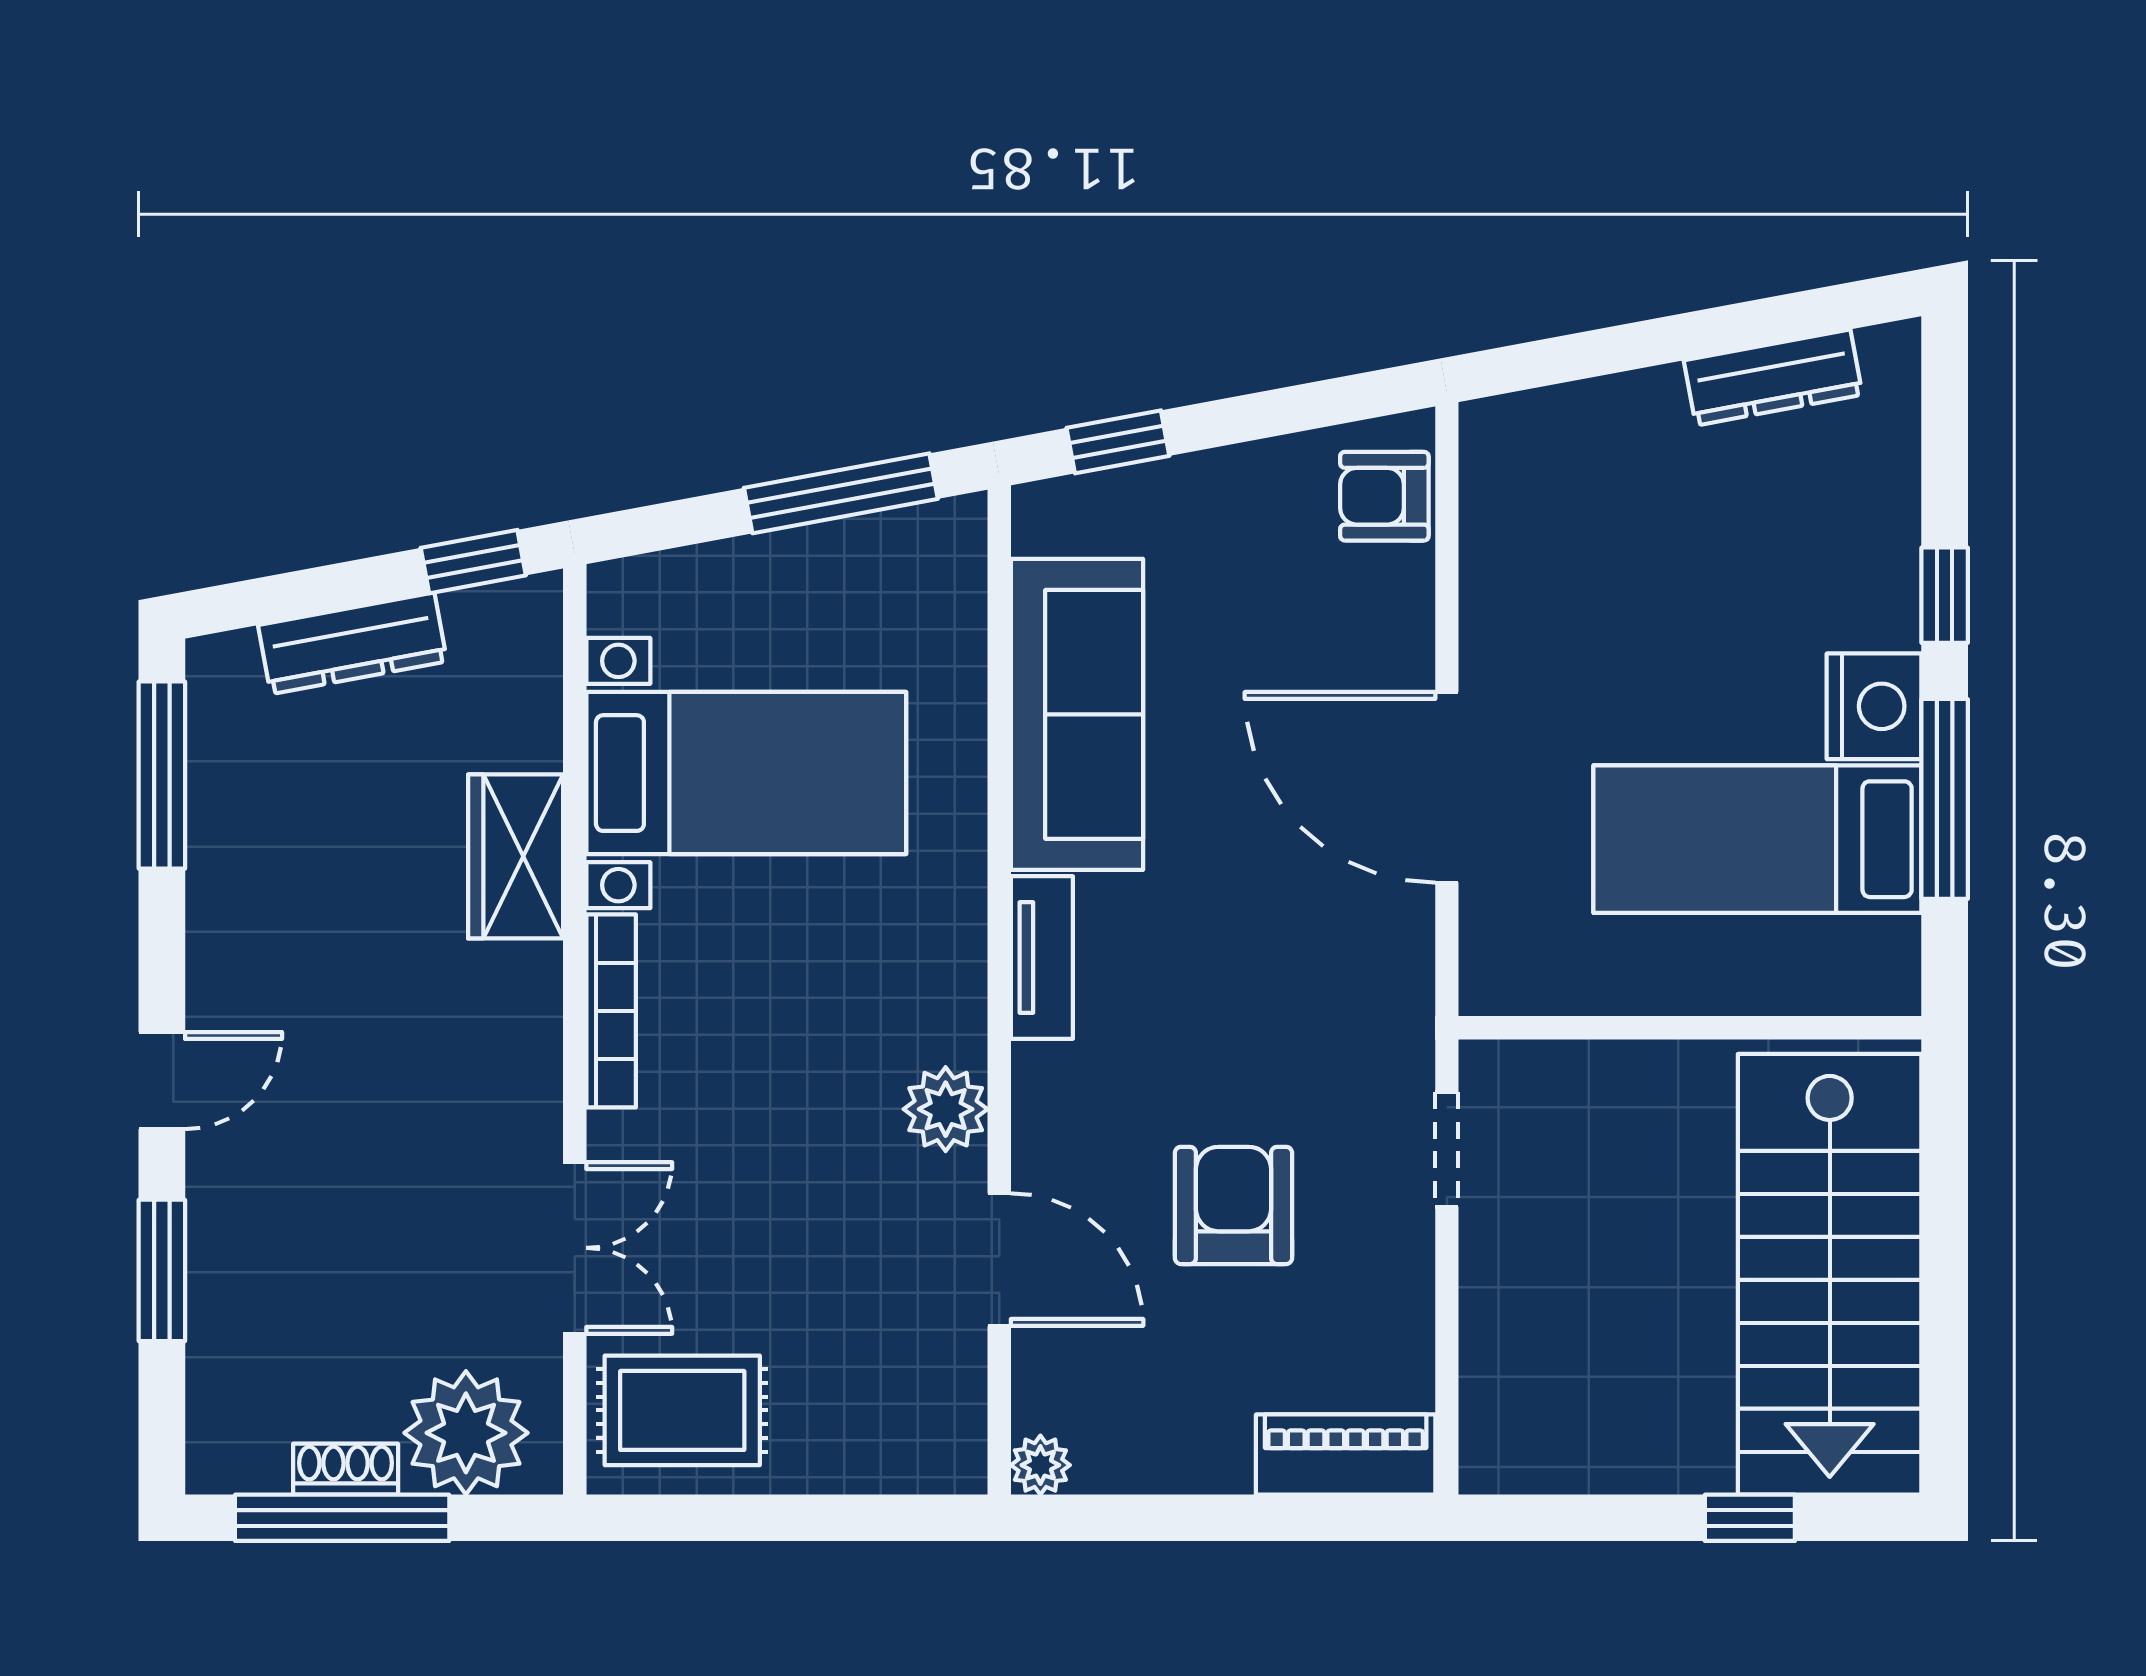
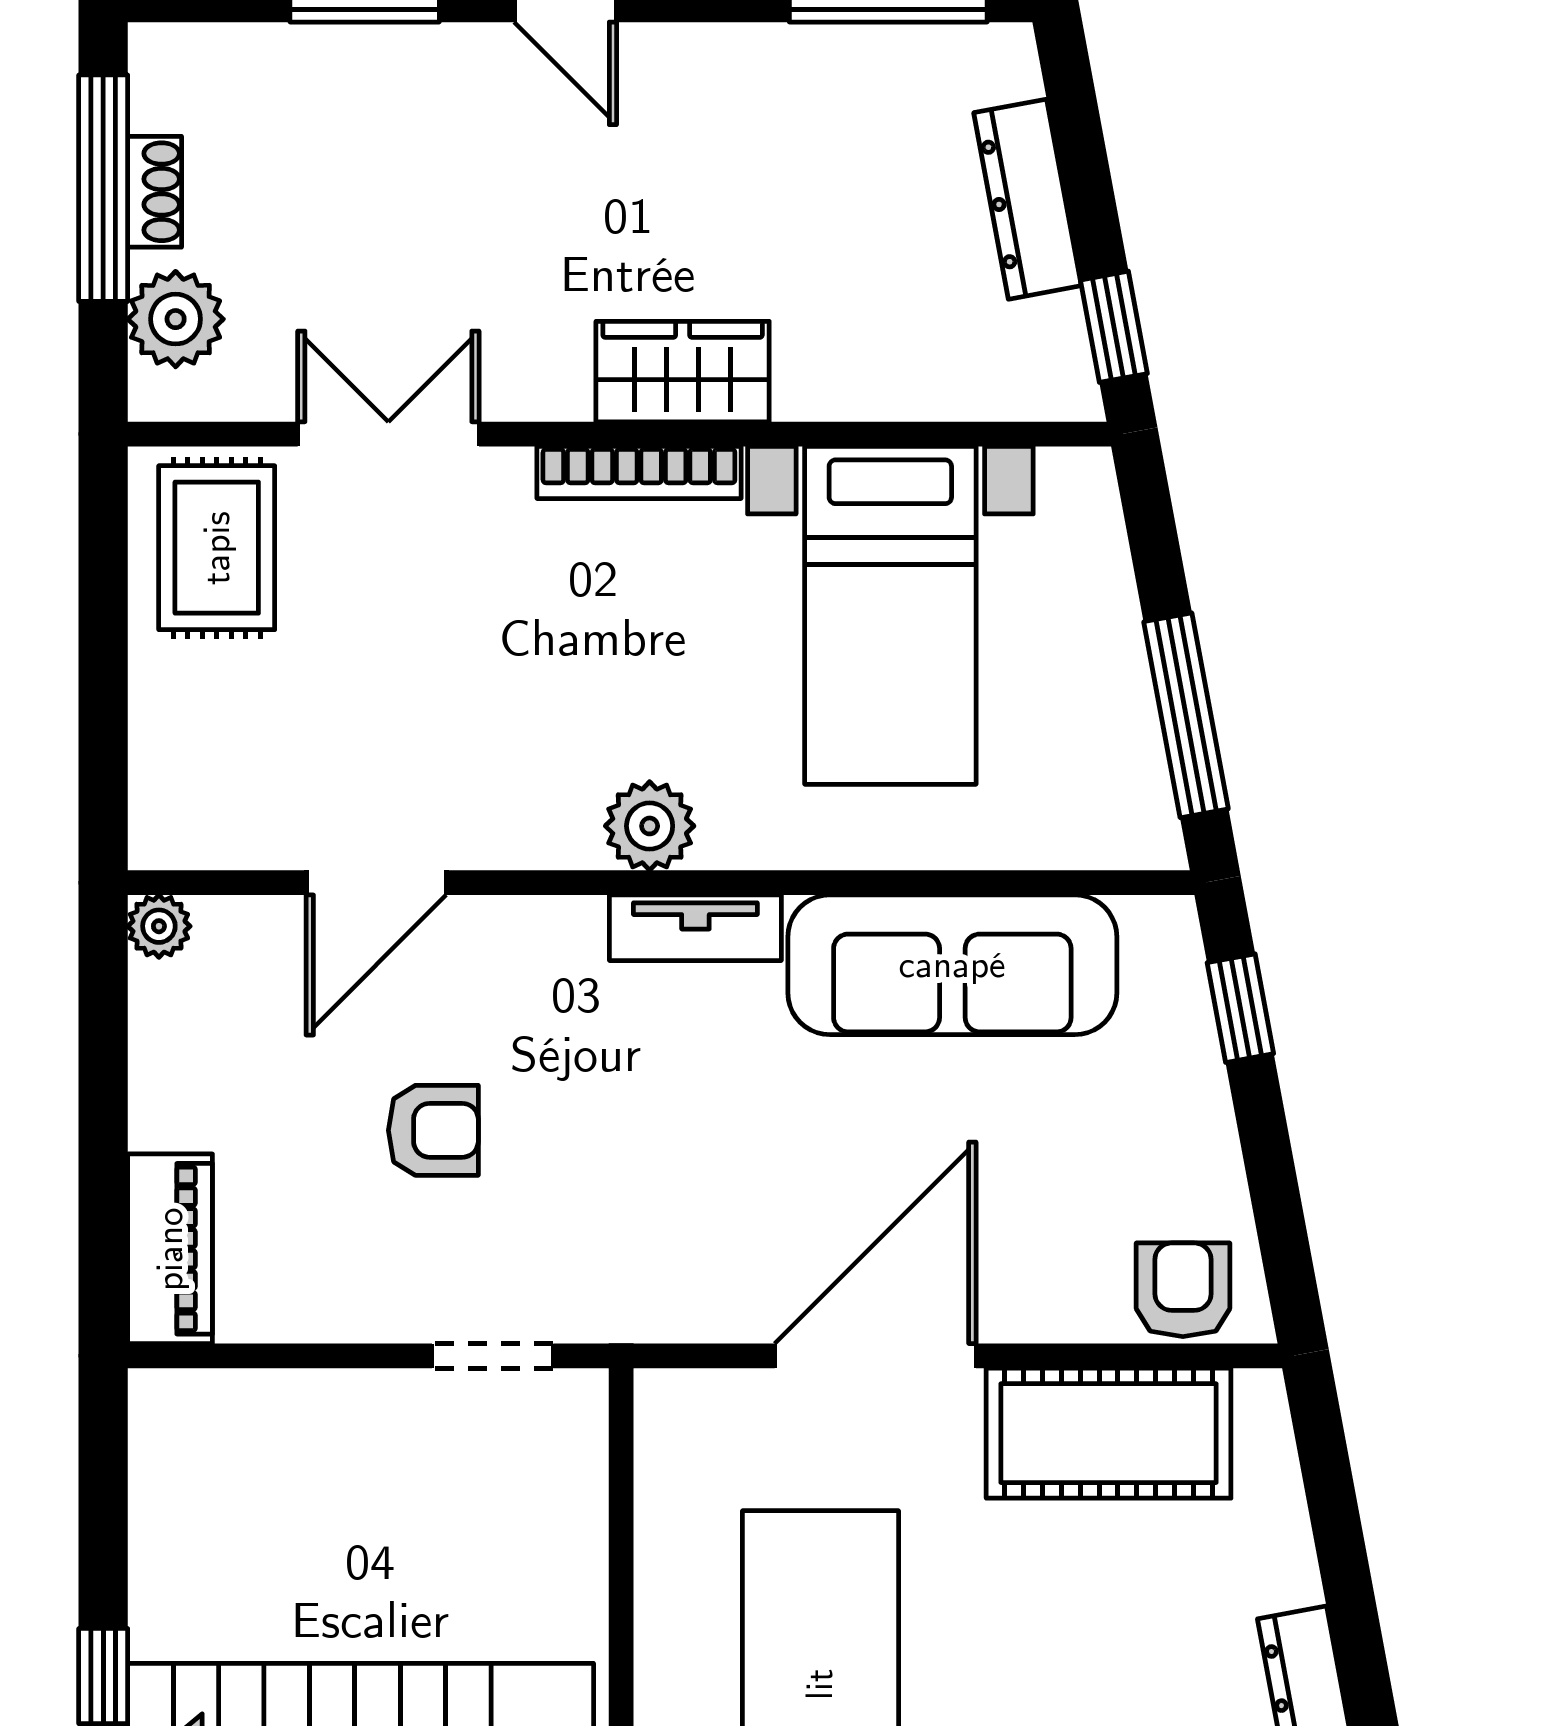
cot: (1520, 567) -> (1109, 1433), added
wardrobe: (516, 856) -> (683, 372), moved
plant: (946, 1109) -> (650, 826), moved
armchair: (1234, 1205) -> (433, 1130), width x0.72, depth x0.72
double door: (575, 1248) -> (388, 434), swing flipped
plant: (466, 1433) -> (176, 319), width x0.73, depth x0.73

